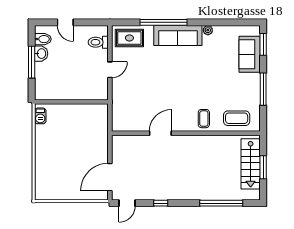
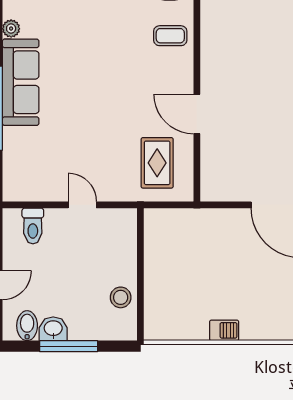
rug: (129, 38) -> (157, 163), moved
stool: (59, 91) -> (121, 297), added
barbecue: (40, 116) -> (224, 330), moved

